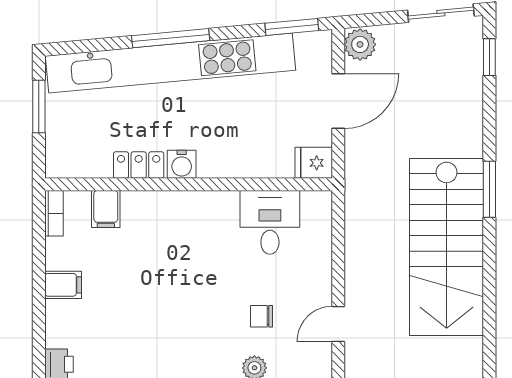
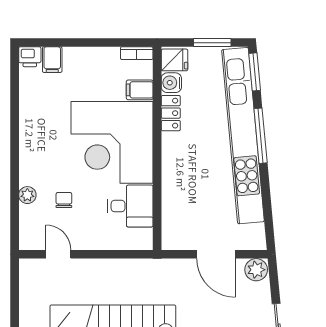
window: (292, 27) -> (255, 72), moved
fridge: (314, 163) -> (174, 60), moved, turned 90
water cooler: (182, 164) -> (171, 83), moved
corner desk: (180, 248) -> (112, 142), added
filing cabinet: (63, 285) -> (52, 60), moved

